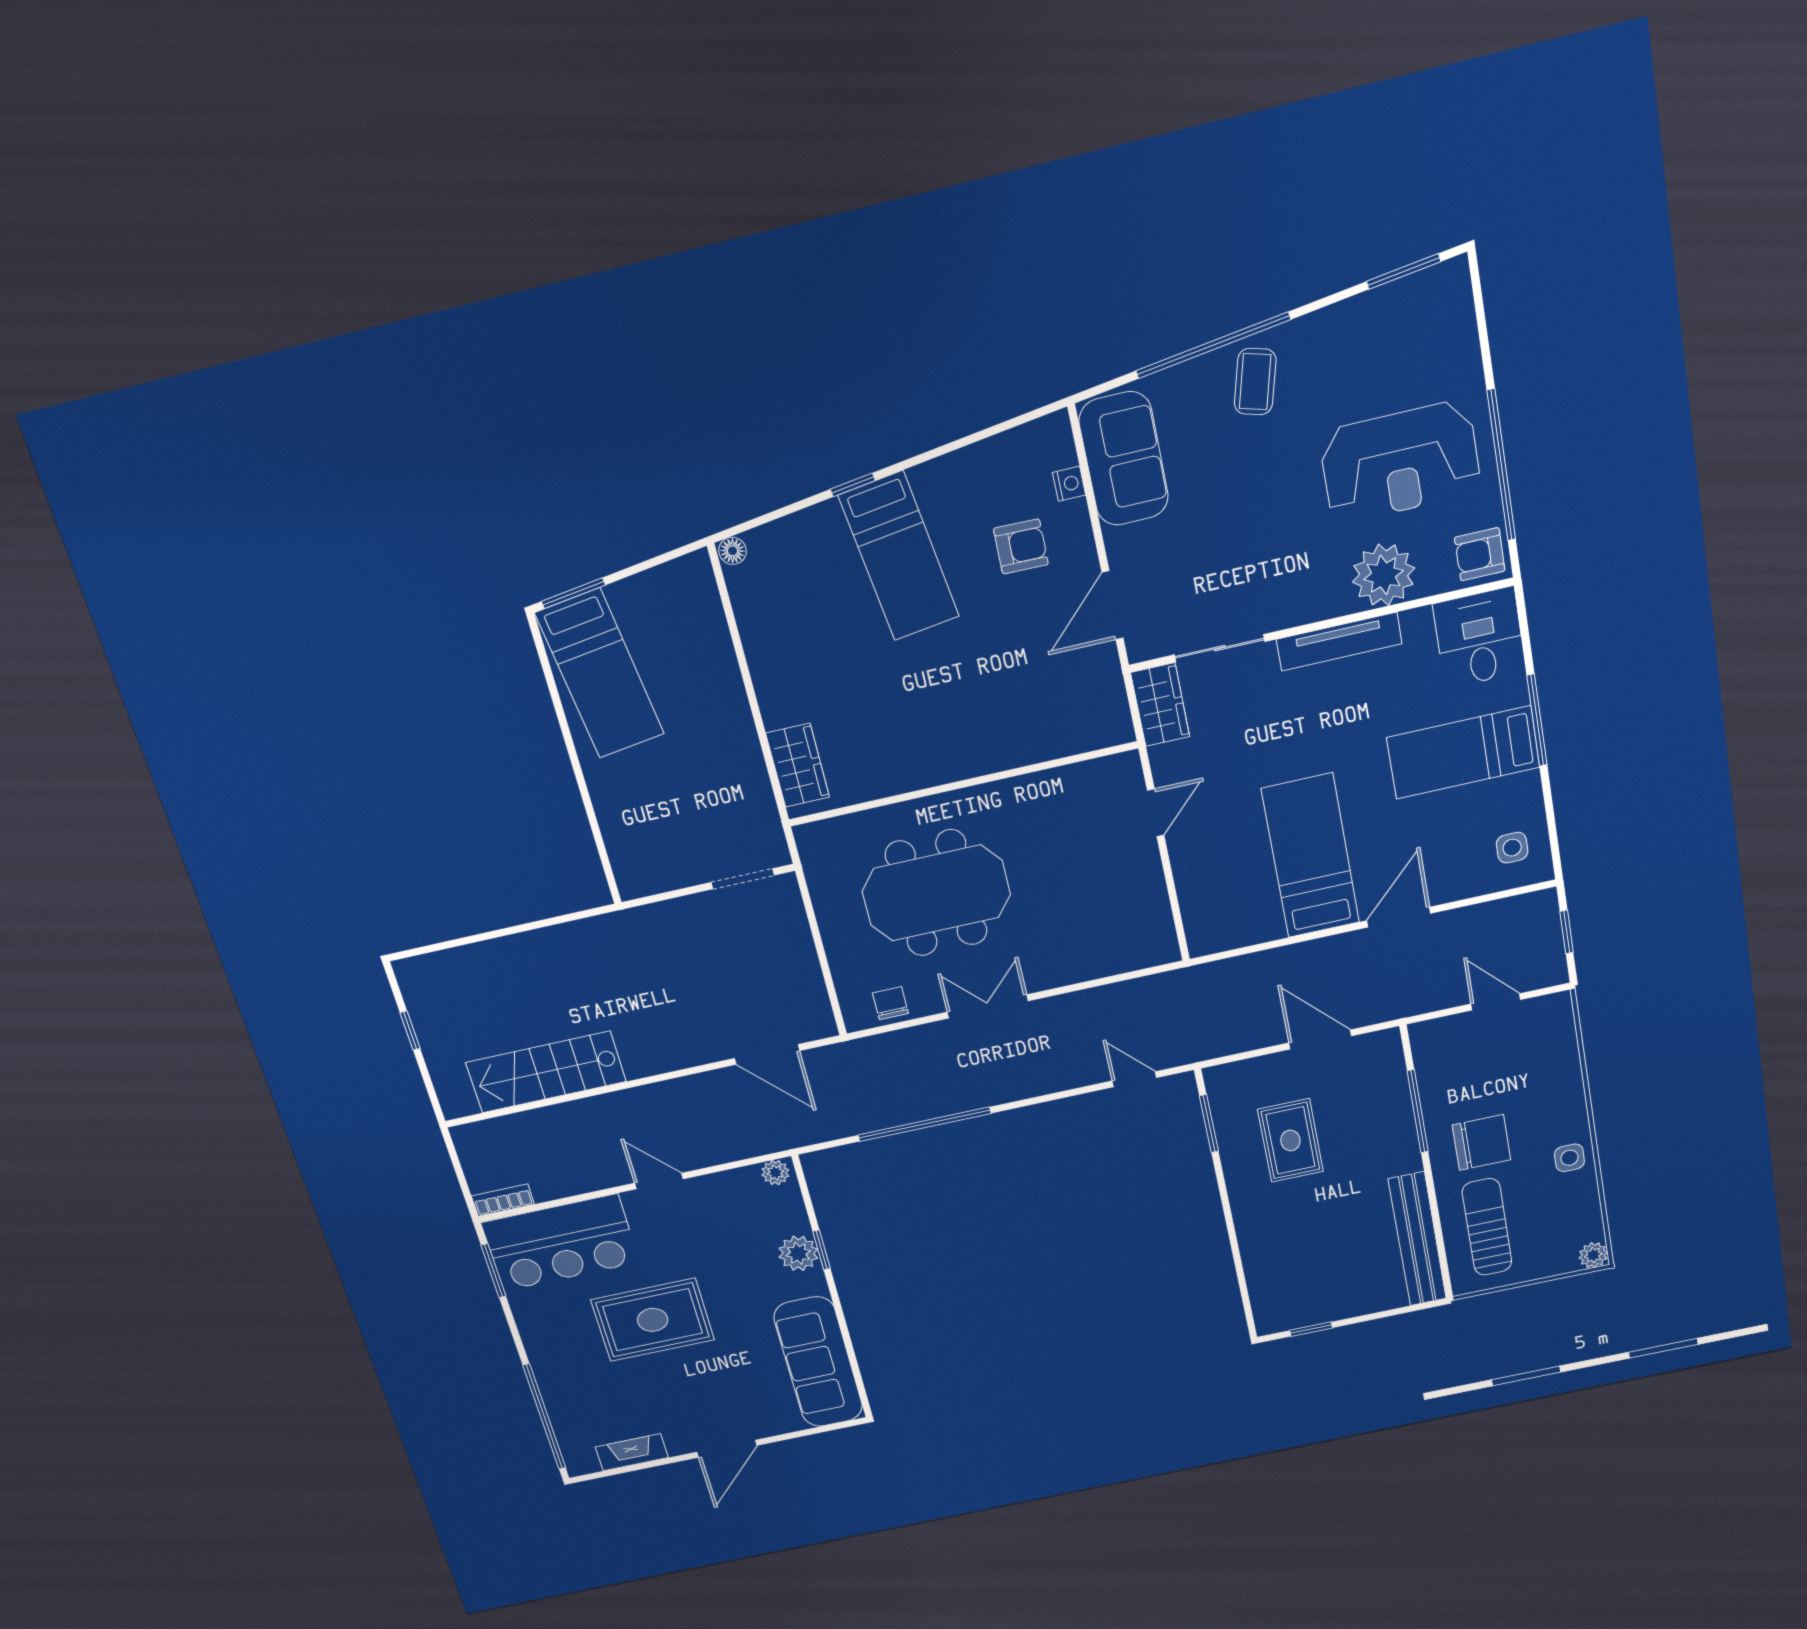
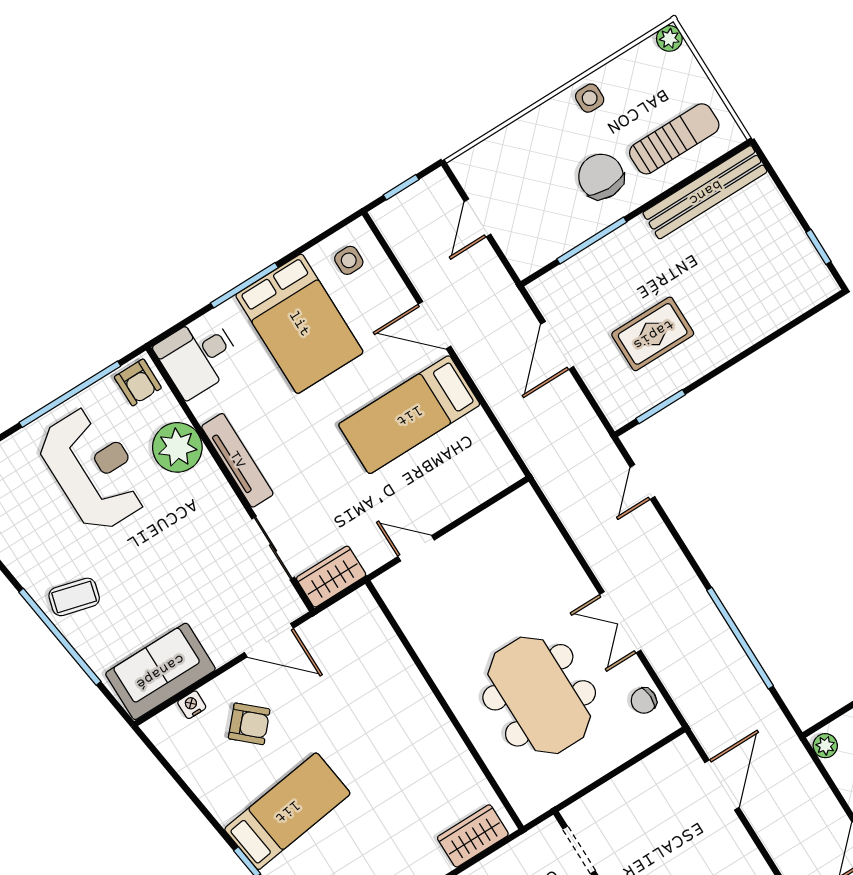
armchair: (1021, 546) -> (249, 724), turned 131
bed: (1463, 752) -> (299, 324), width x1.50
sun lounger: (1487, 1227) -> (674, 139), turned 180

